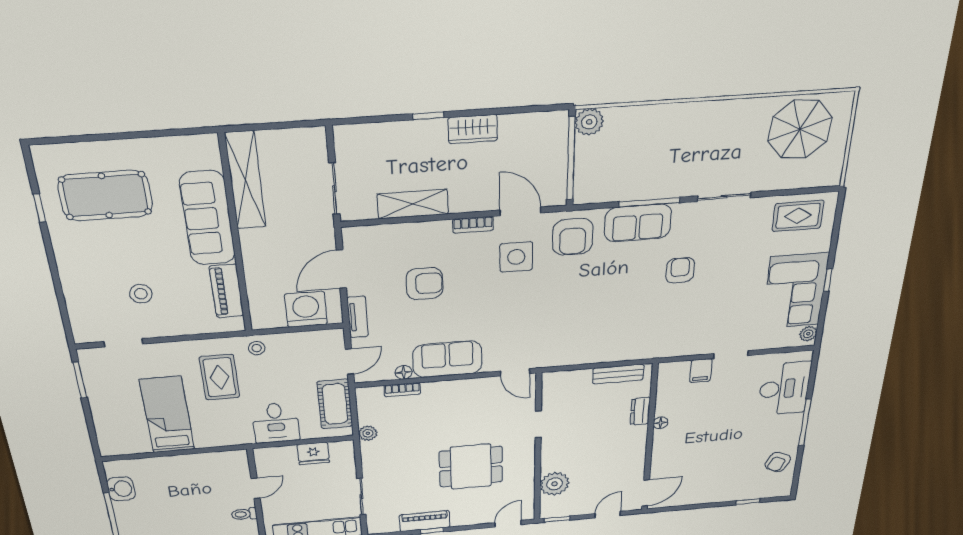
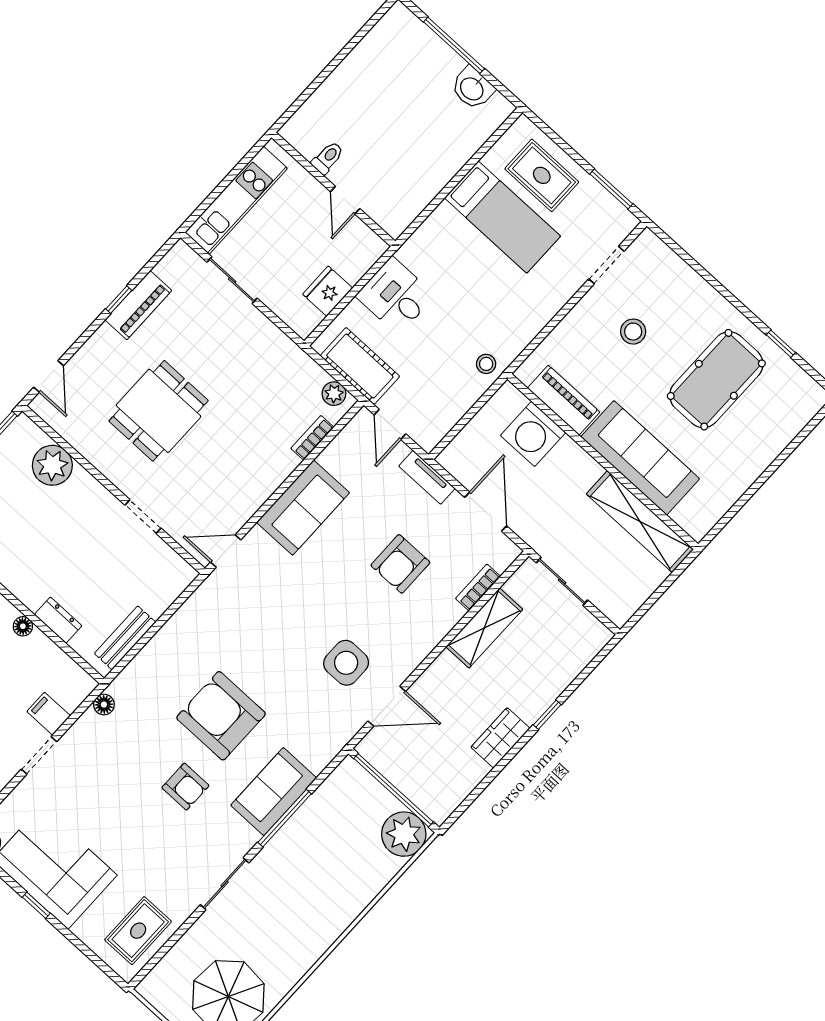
plant: (589, 122) -> (404, 834), width x1.36, depth x1.36
pool table: (105, 196) -> (716, 380), moved
bookcase: (473, 225) -> (478, 587), moved
armchair: (573, 237) -> (221, 716), moved, width x1.36, depth x1.36
washing machine: (306, 309) -> (533, 434), moved, turned 90
floor lamp: (404, 372) -> (104, 705), moved
rug: (220, 377) -> (542, 175), moved
plant: (368, 433) -> (334, 394), moved

